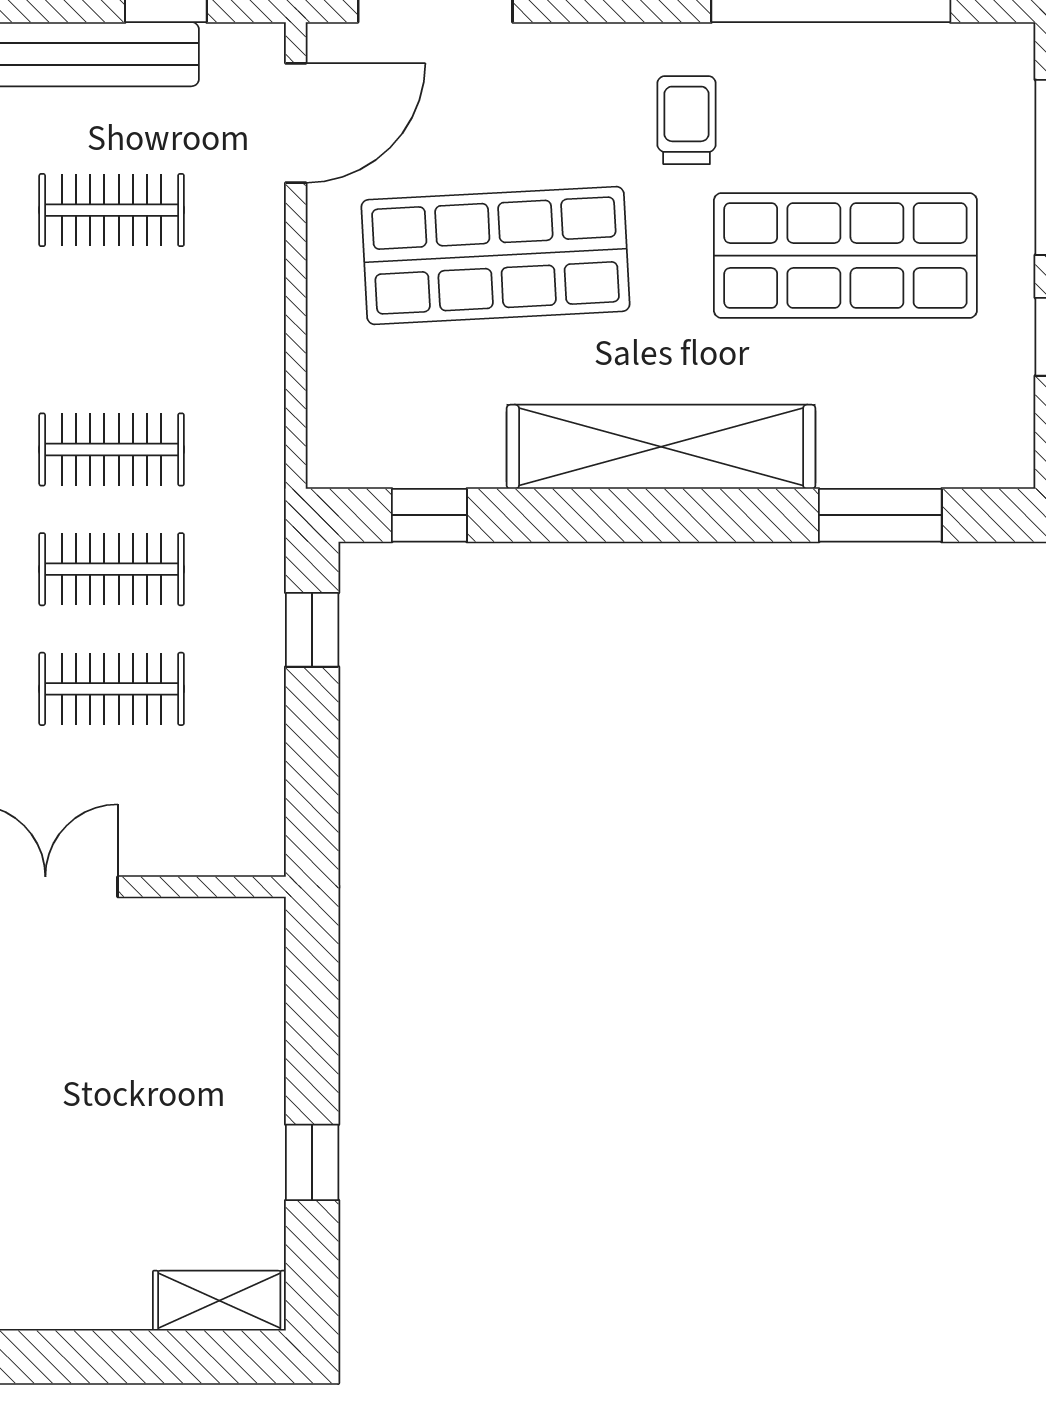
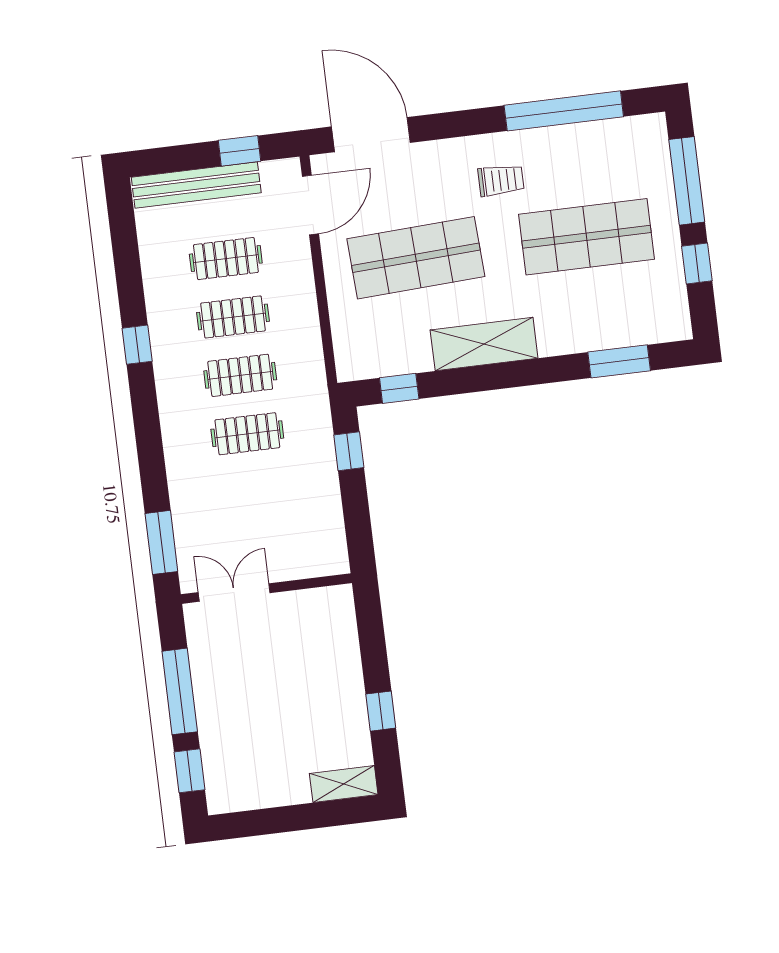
trolley: (687, 120) -> (501, 180), turned 90
shelving: (661, 447) -> (484, 344), width x0.68
clothes rail: (112, 689) -> (233, 317), moved

